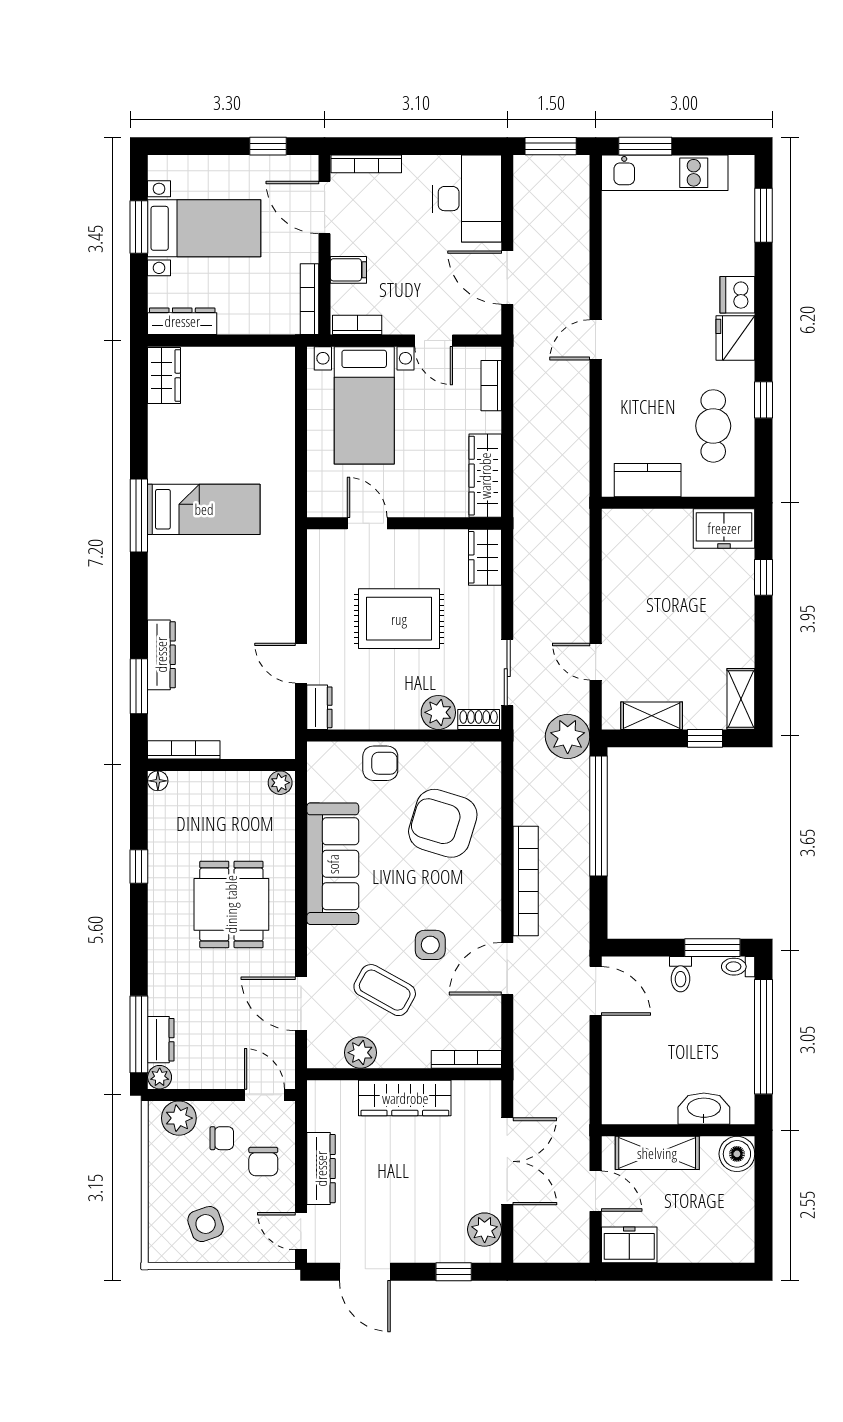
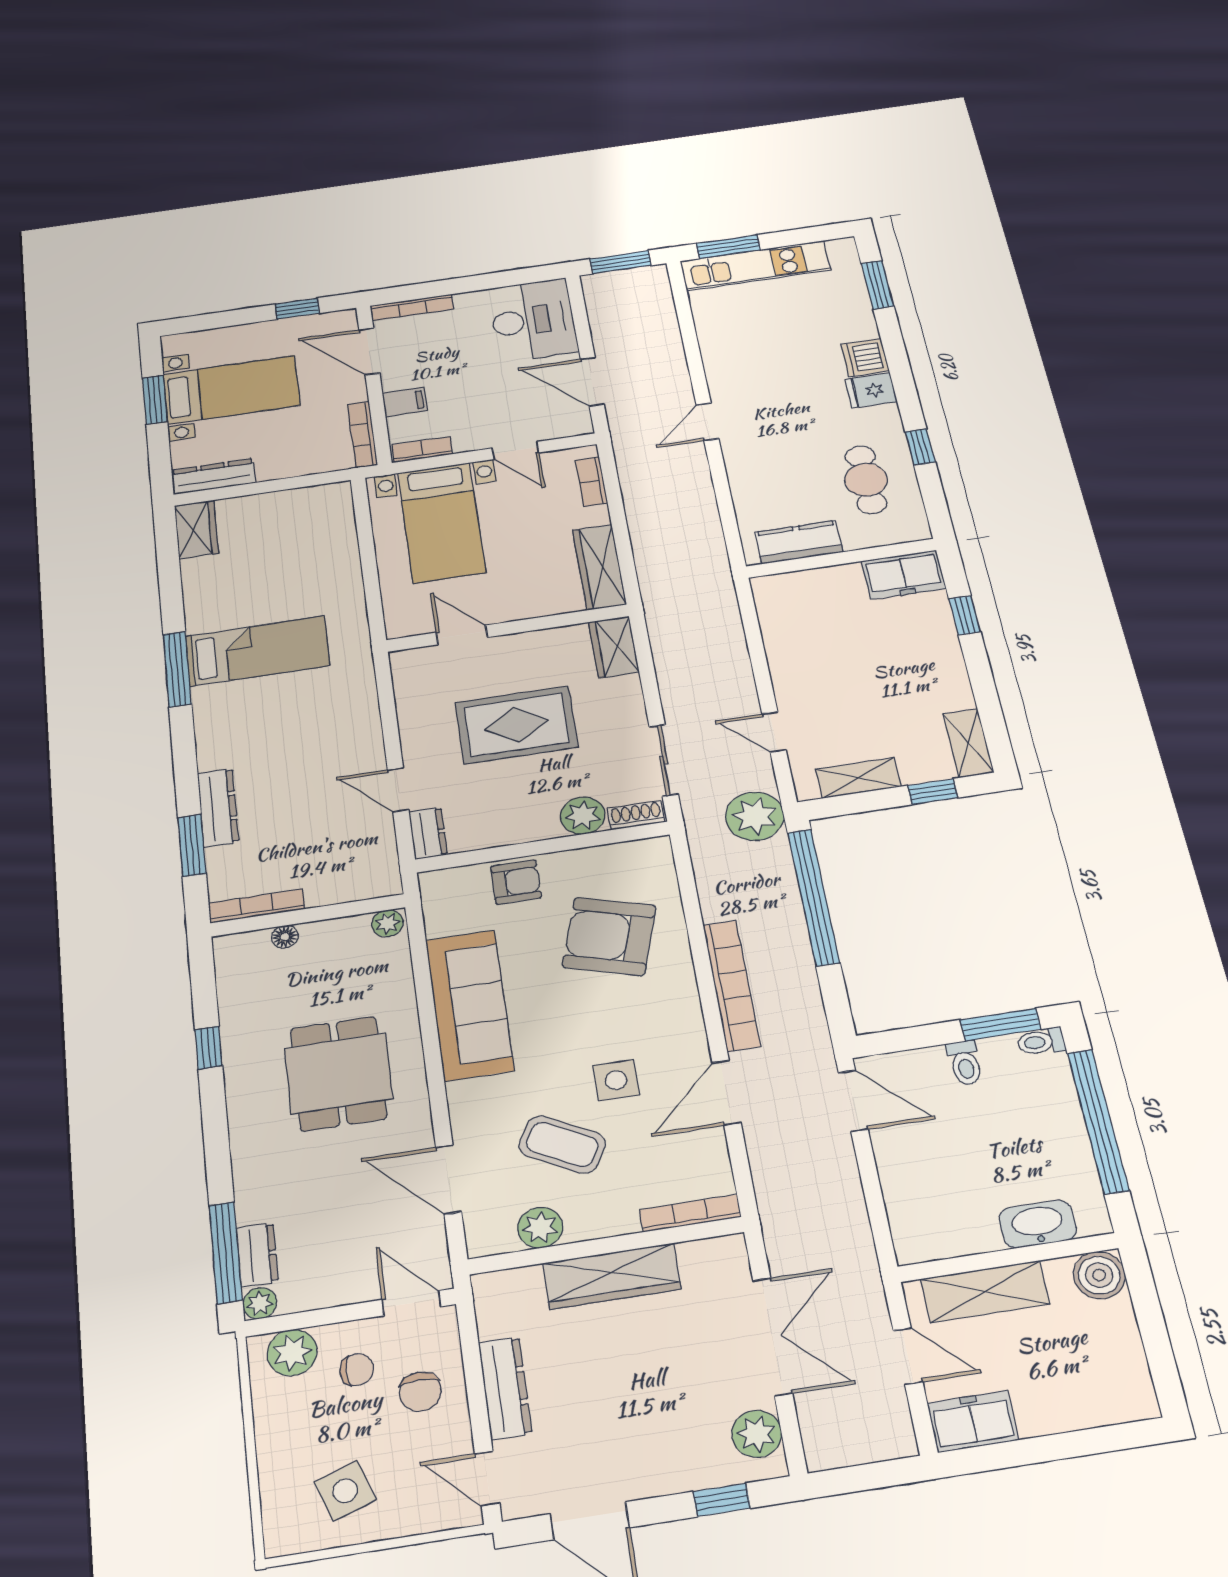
fridge: (735, 338) -> (871, 390), width x0.72
floor lamp: (158, 781) -> (285, 937), moved

